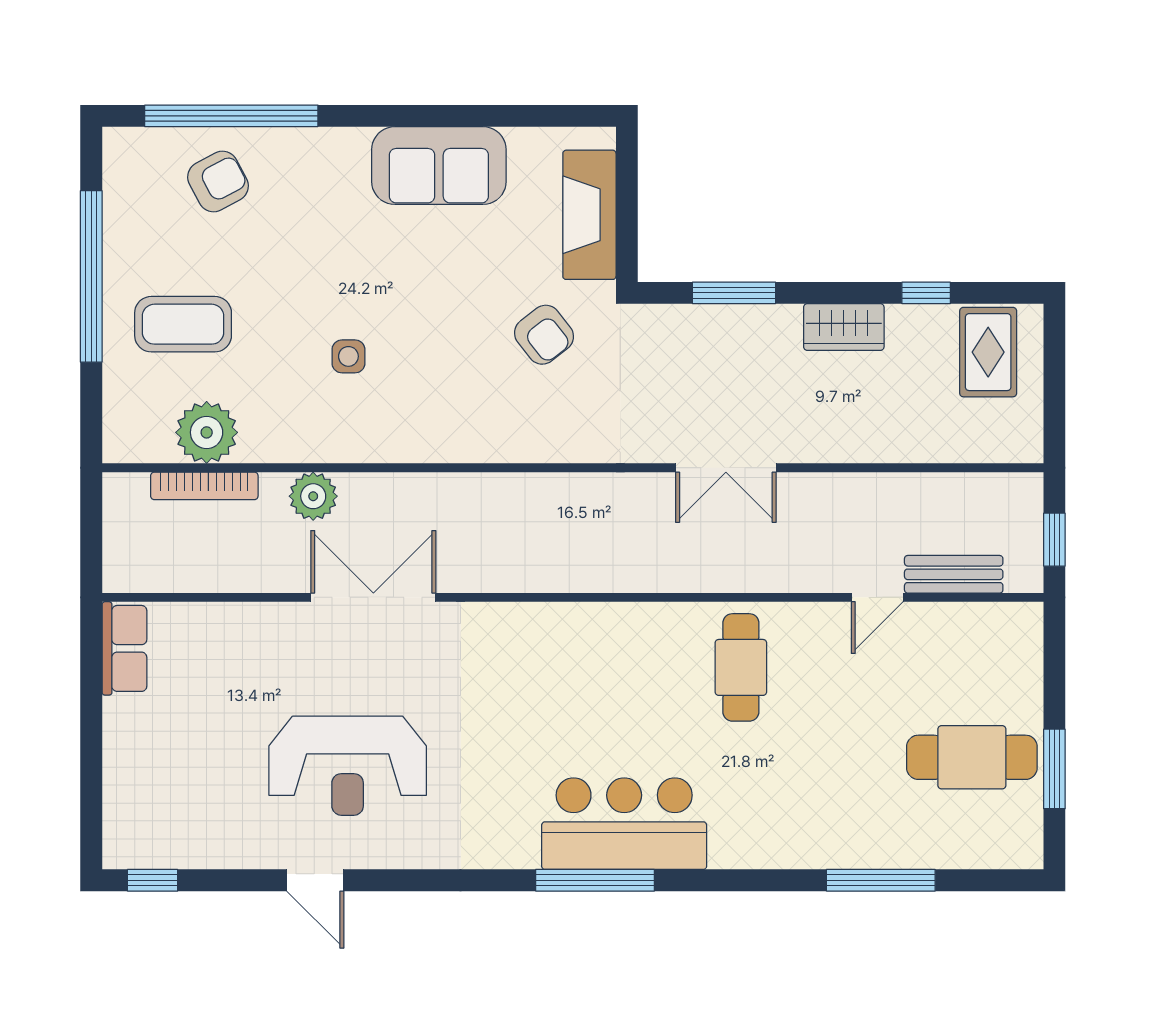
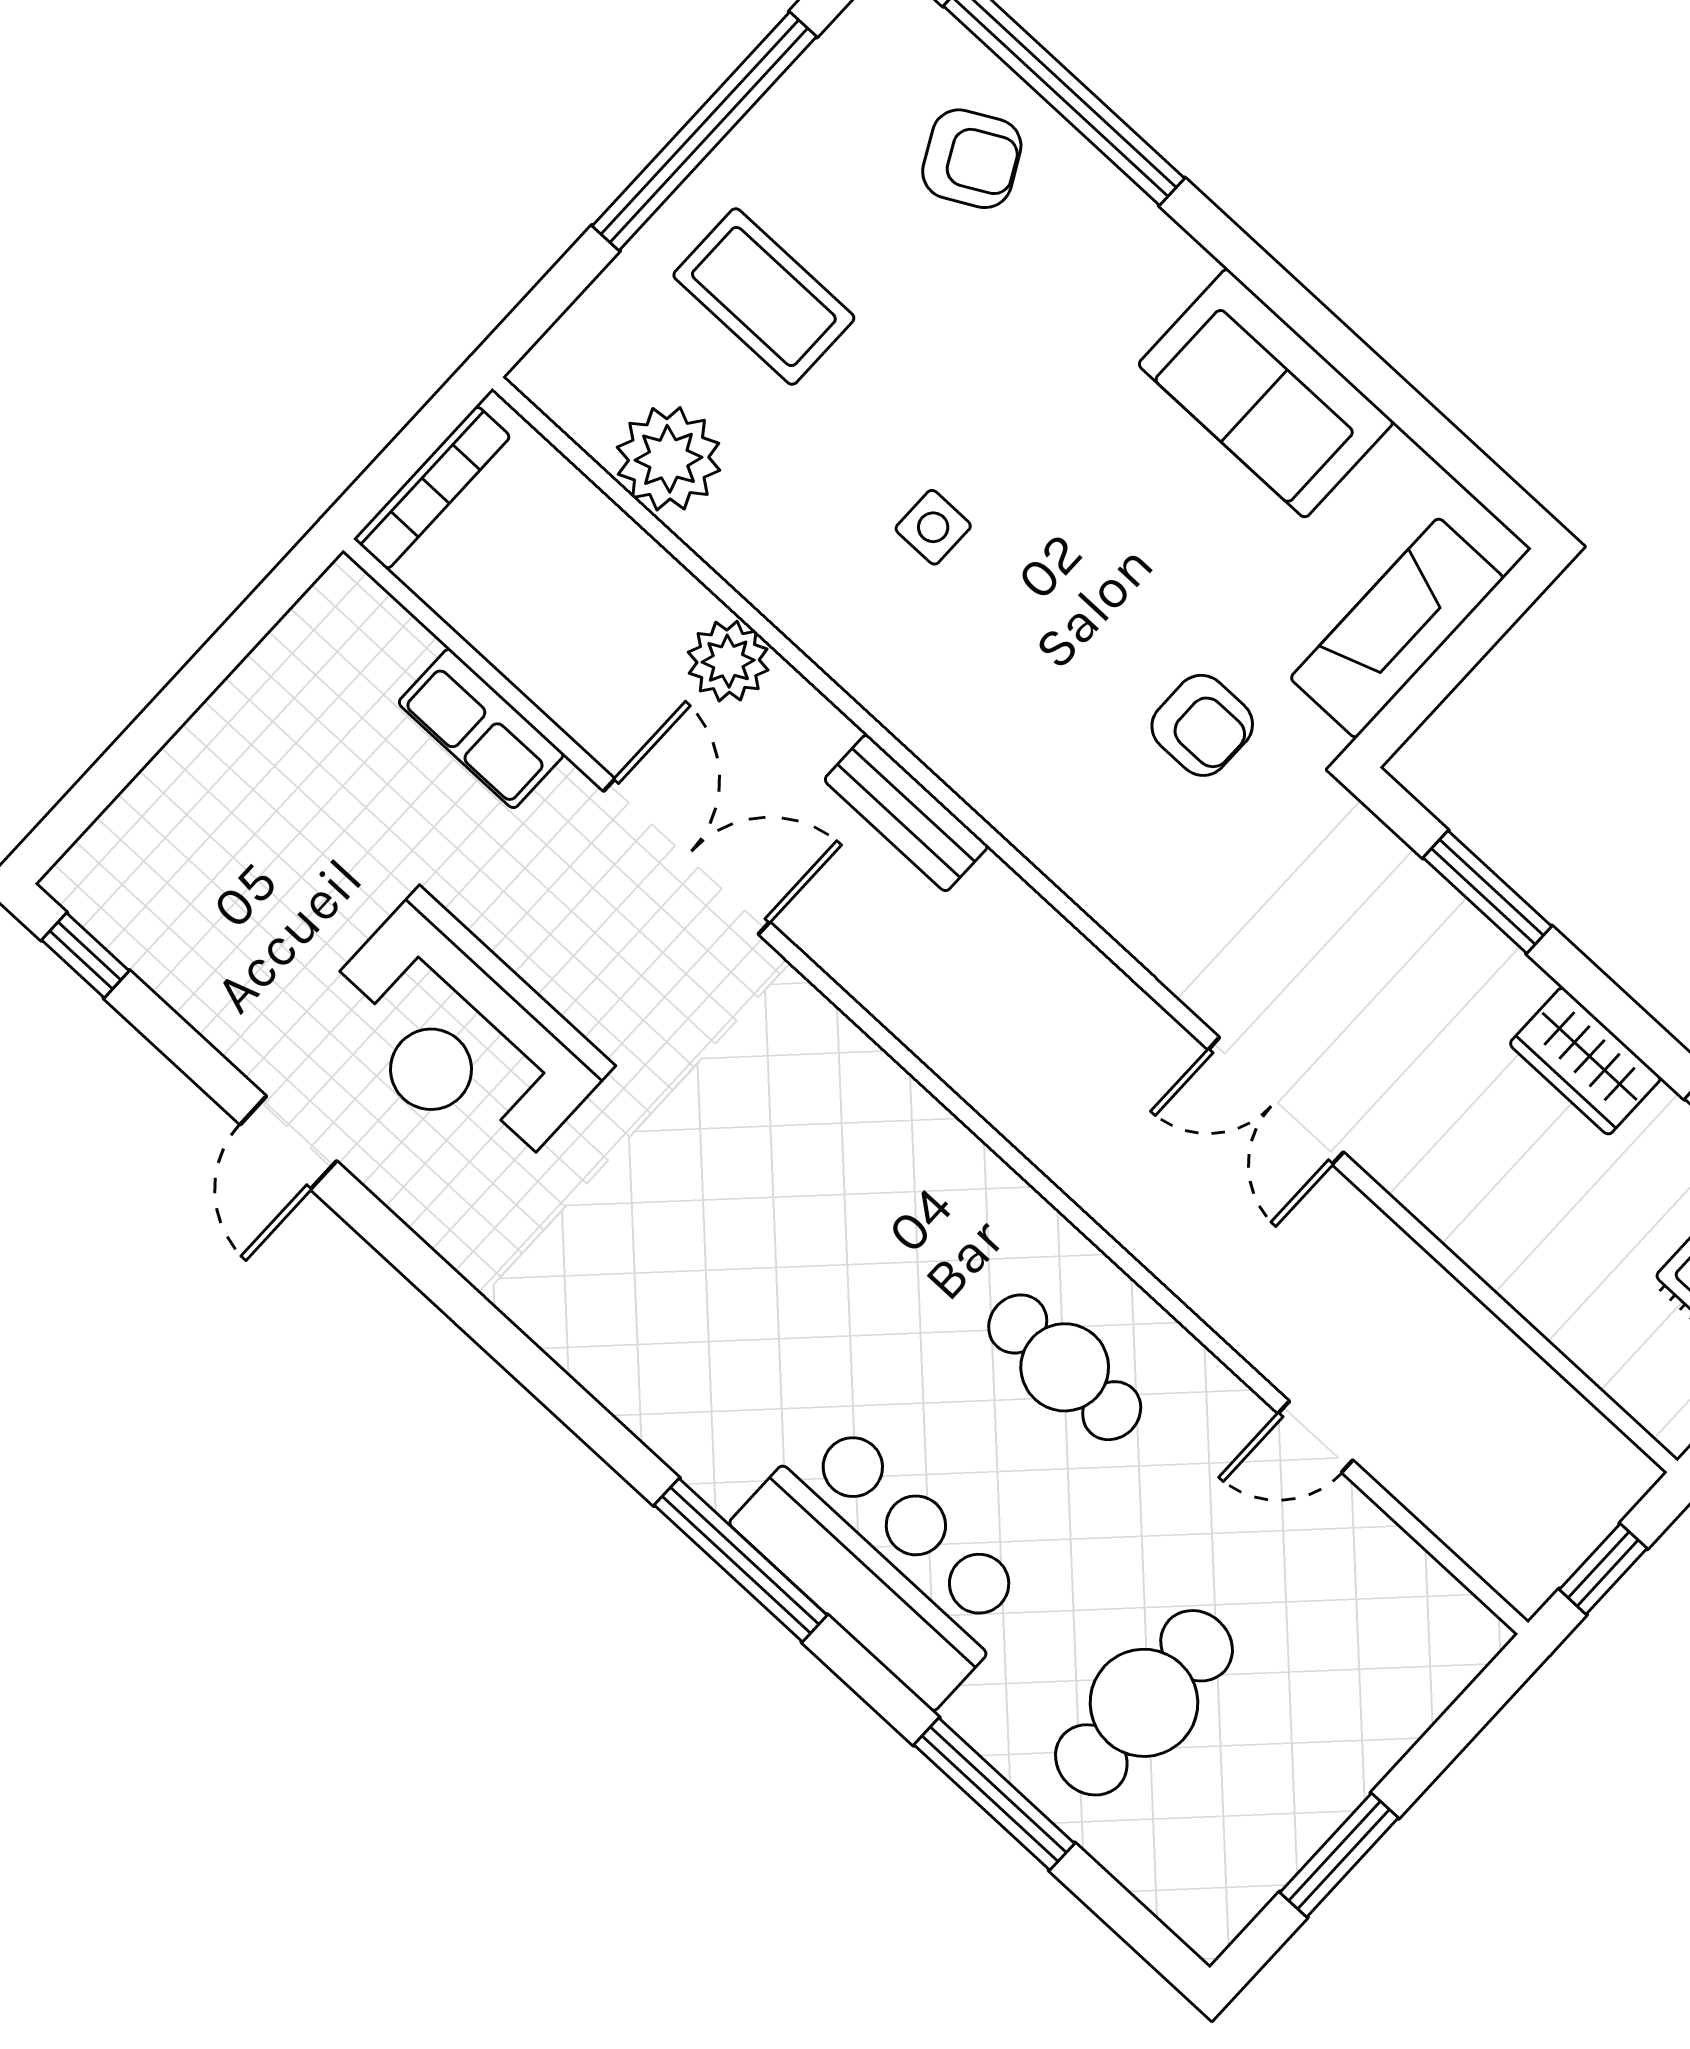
armchair: (544, 335) -> (1202, 725), turned -52
bookcase: (204, 486) -> (432, 488), moved, turned -90
bench: (954, 574) -> (906, 813), moved
row of seats: (124, 648) -> (481, 729), moved, turned 90
cafe table: (741, 667) -> (1065, 1367), turned 90
cafe table: (972, 757) -> (1144, 1703), moved, turned 90
bar counter: (624, 824) -> (883, 1561), moved
window: (595, 880) -> (741, 1560), moved

